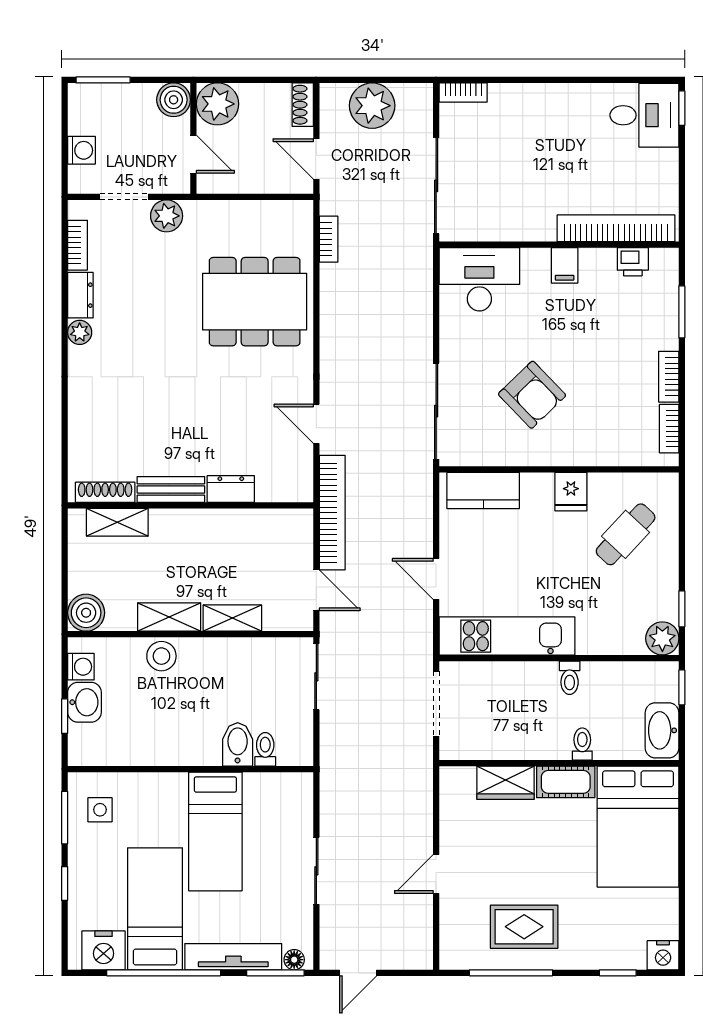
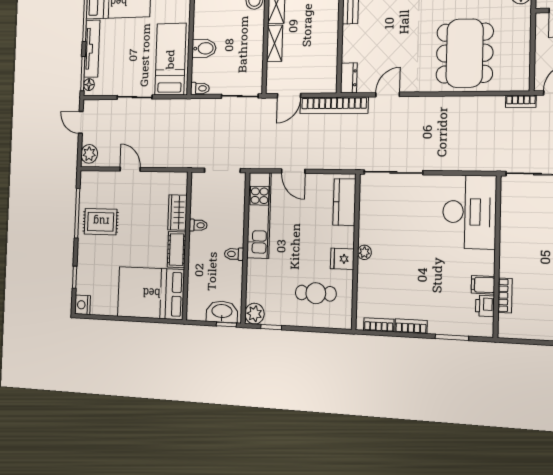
bookcase: (616, 228) -> (505, 295), width x0.43, depth x0.76
bookcase: (329, 239) -> (521, 101), moved
filing cabinet: (565, 265) -> (483, 285), moved
desk: (479, 279) -> (469, 212), width x1.36, depth x1.30
armchair: (532, 395) -> (402, 235), removed
plant: (560, 455) -> (364, 252), added
dresser: (231, 489) -> (349, 78), moved
cafe table: (626, 534) -> (316, 293), turned -43
door: (436, 579) -> (293, 171), swing flipped
washbasin: (662, 730) -> (222, 312), moved
toilet: (582, 744) -> (198, 225), moved
toilet: (265, 749) -> (200, 88), moved
bed: (215, 831) -> (170, 59), moved, turned 90
rug: (524, 927) -> (101, 222), turned 90
plant: (411, 954) -> (89, 154), added

